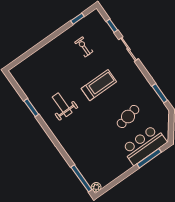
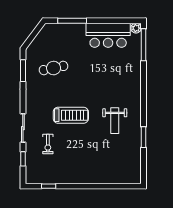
exercise bike: (84, 47) -> (48, 144), moved
treadmill: (99, 85) -> (71, 115), turned 180
cafe table: (128, 117) -> (54, 68), moved
bar counter: (144, 145) -> (108, 35), moved

